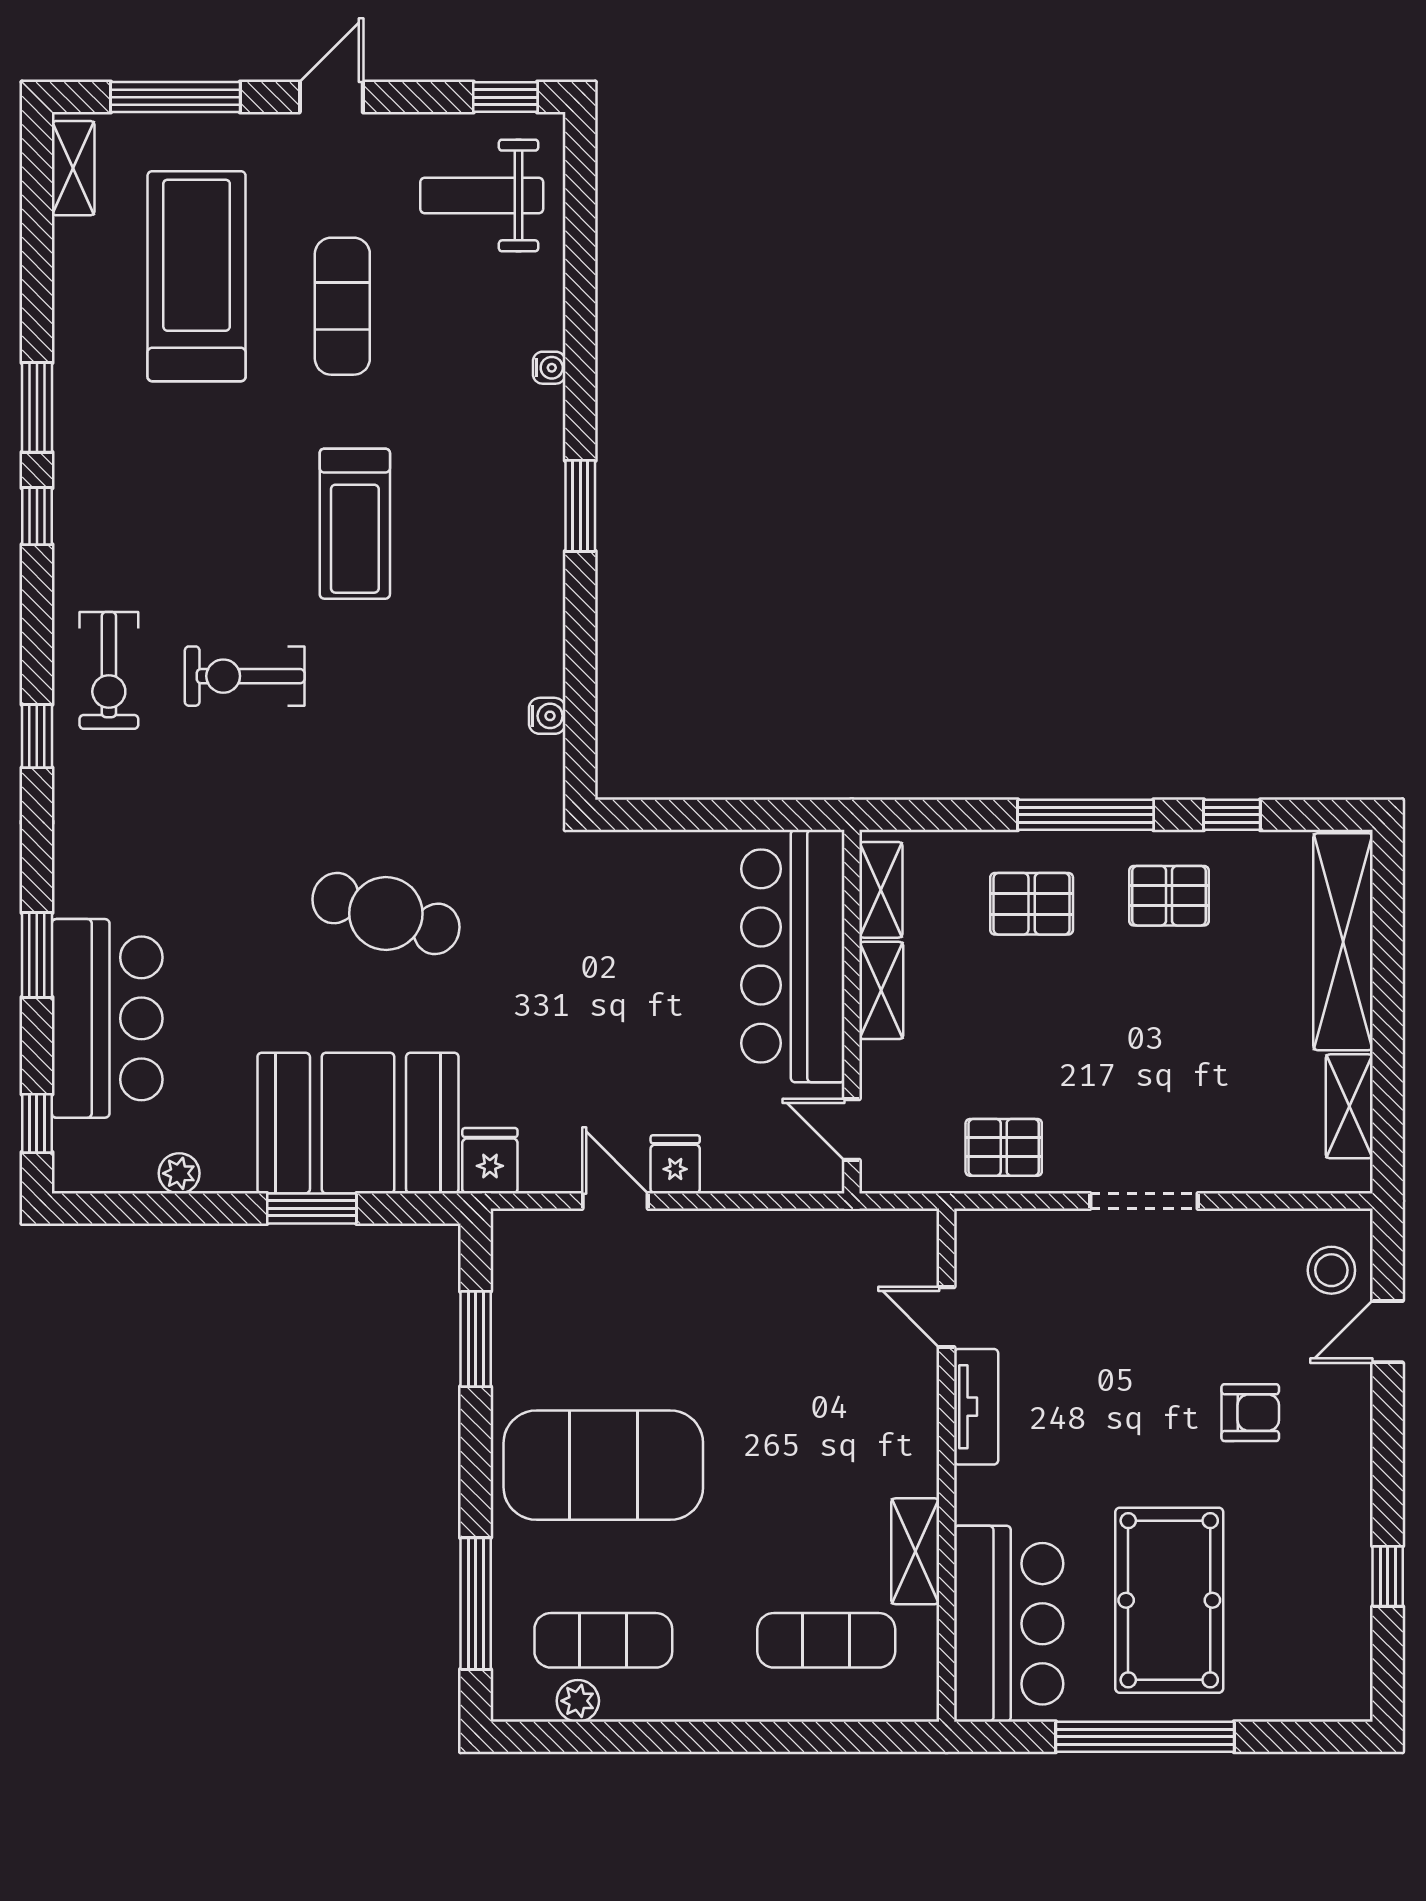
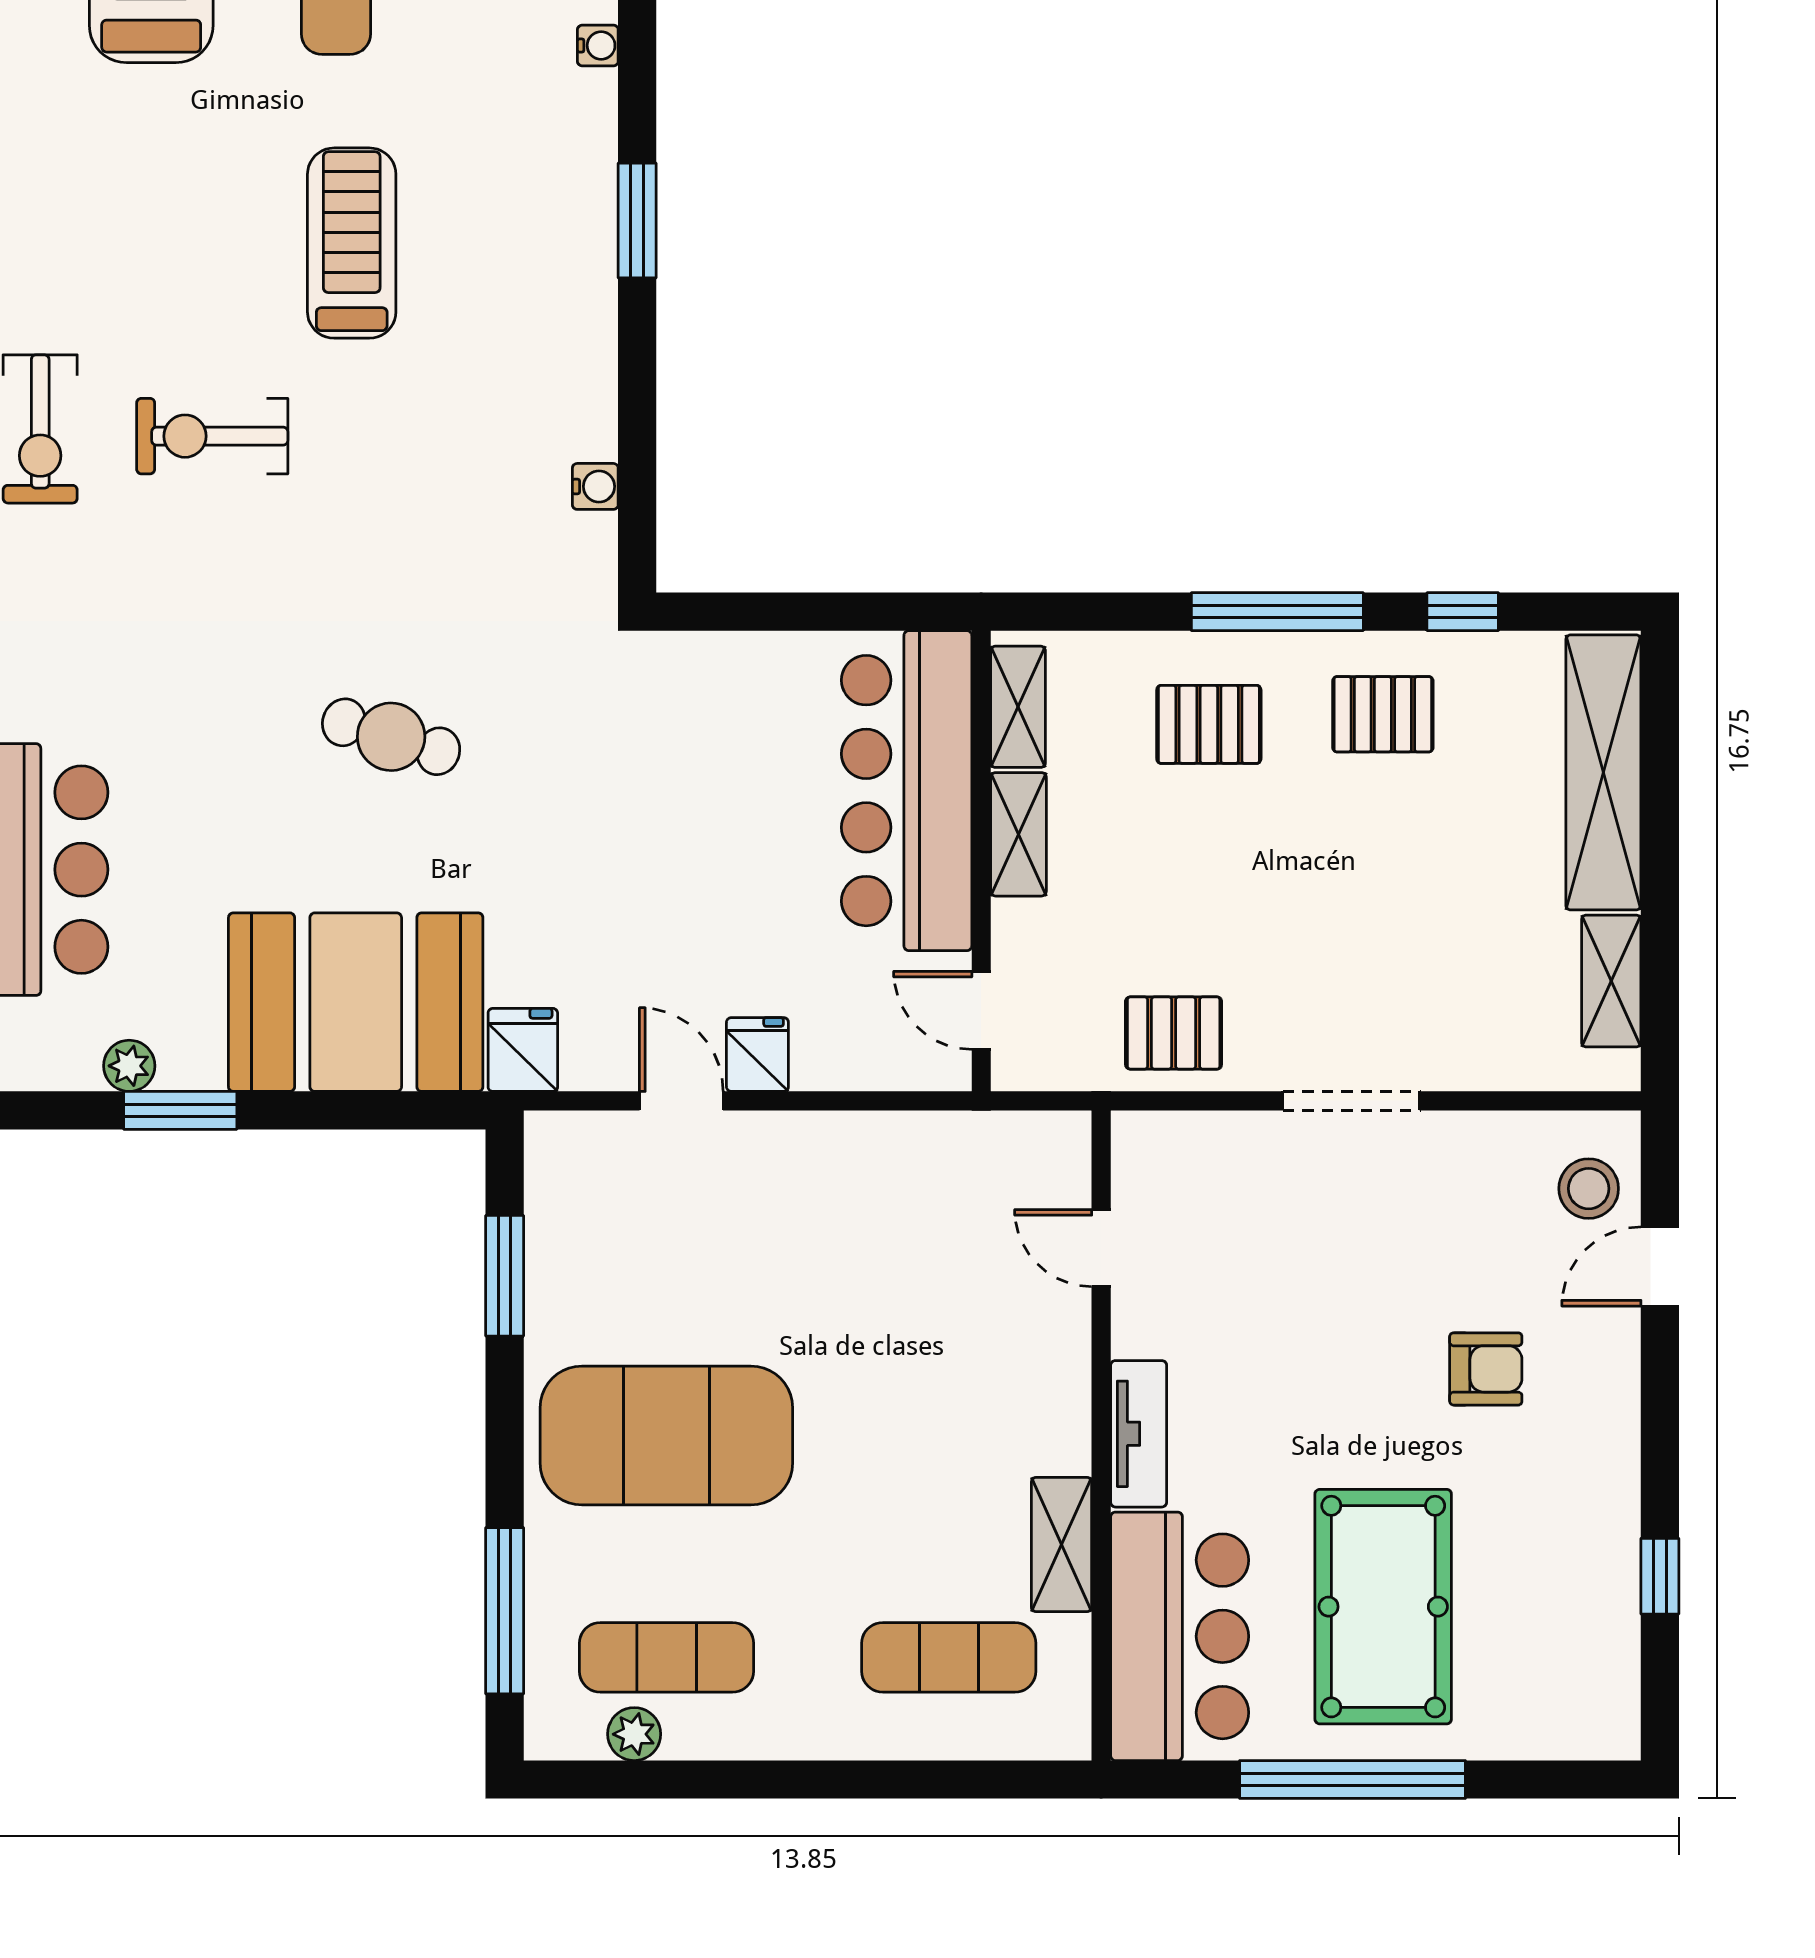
treadmill: (355, 524) -> (352, 243), turned 180
cafe table: (386, 913) -> (391, 737), width x0.73, depth x0.74
window: (312, 1208) -> (180, 1110), moved
tv unit: (976, 1407) -> (1139, 1434), moved

